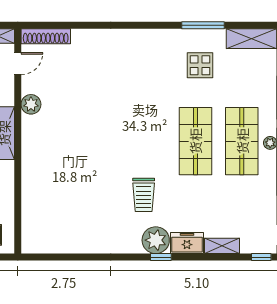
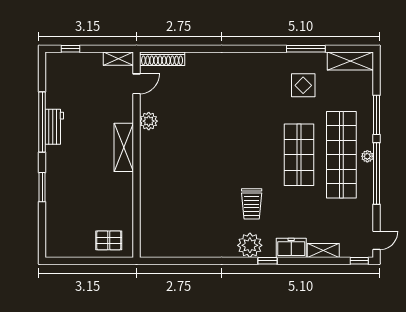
shop shelf: (242, 141) -> (341, 155), width x1.40
plant: (156, 240) -> (250, 245), moved

